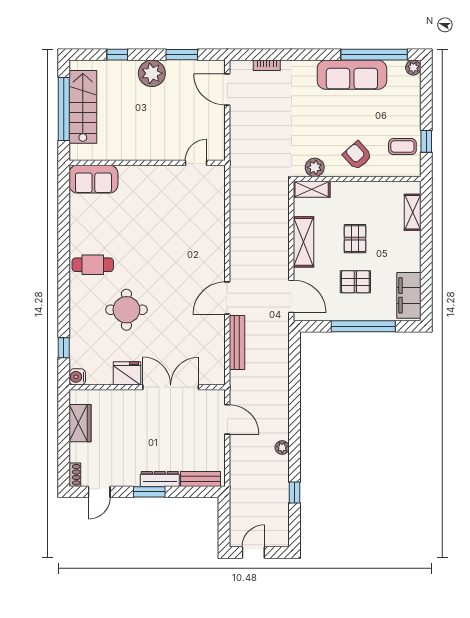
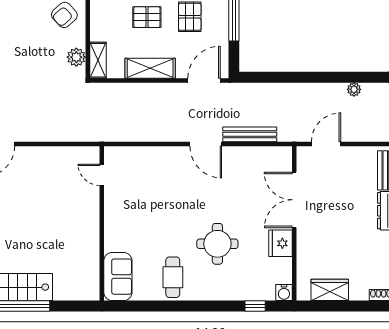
wall: (147, 163) -> (102, 223), moved
door: (196, 163) -> (102, 175), moved
sofa: (93, 179) -> (118, 277), moved

